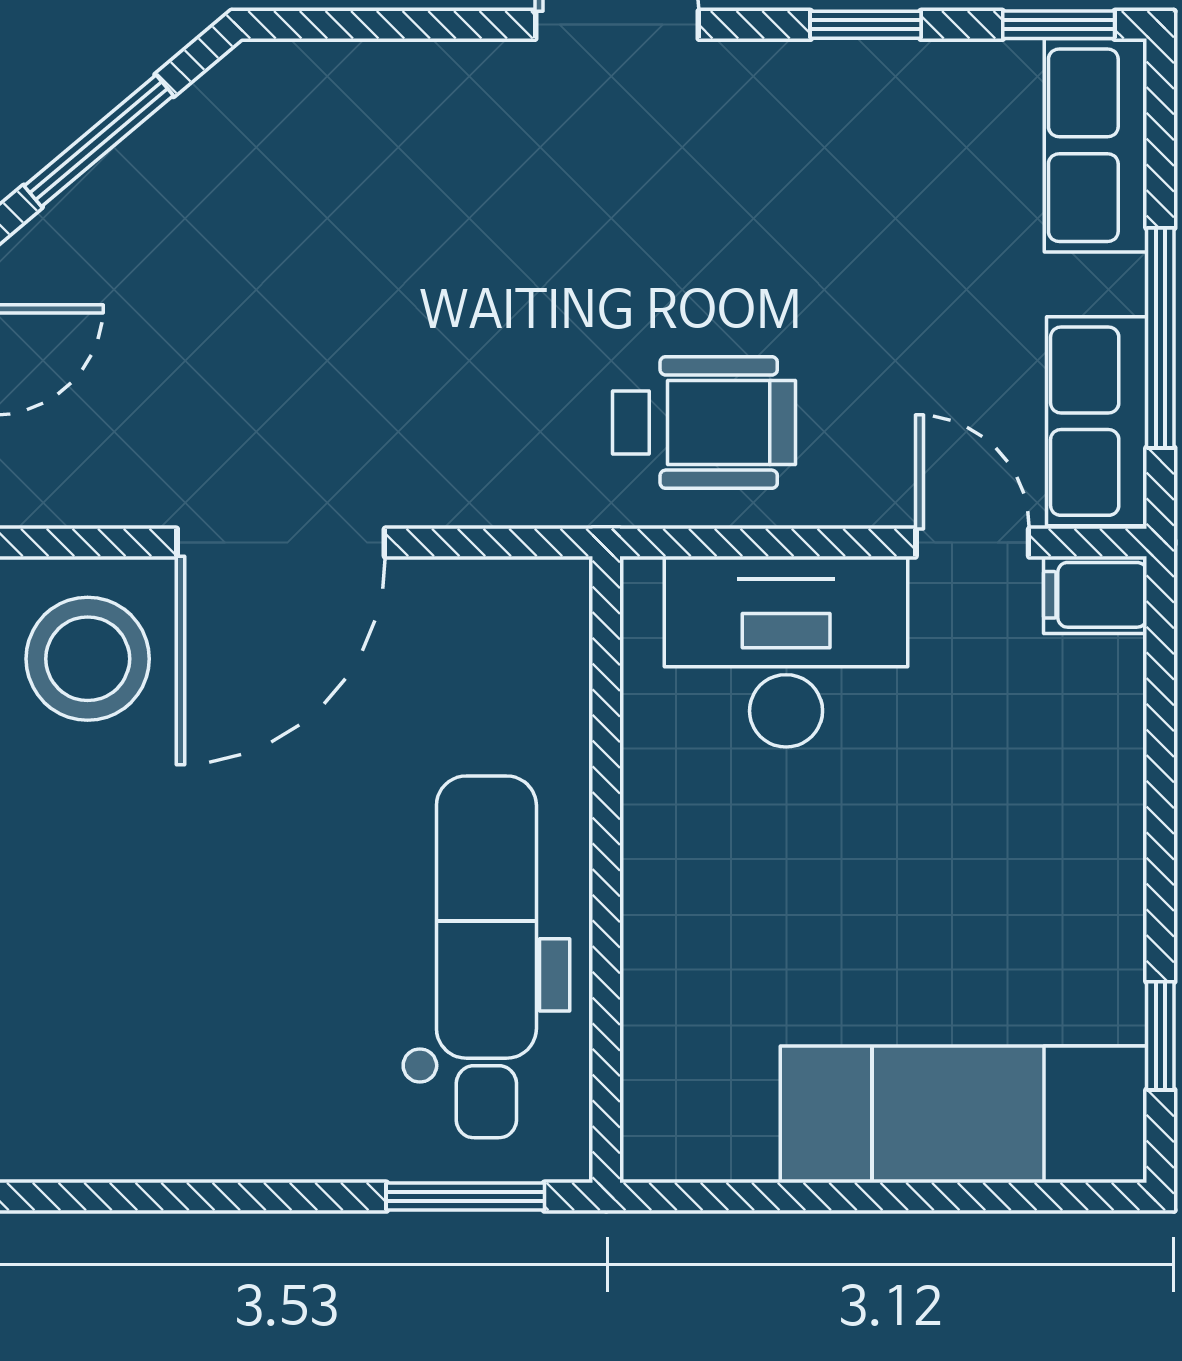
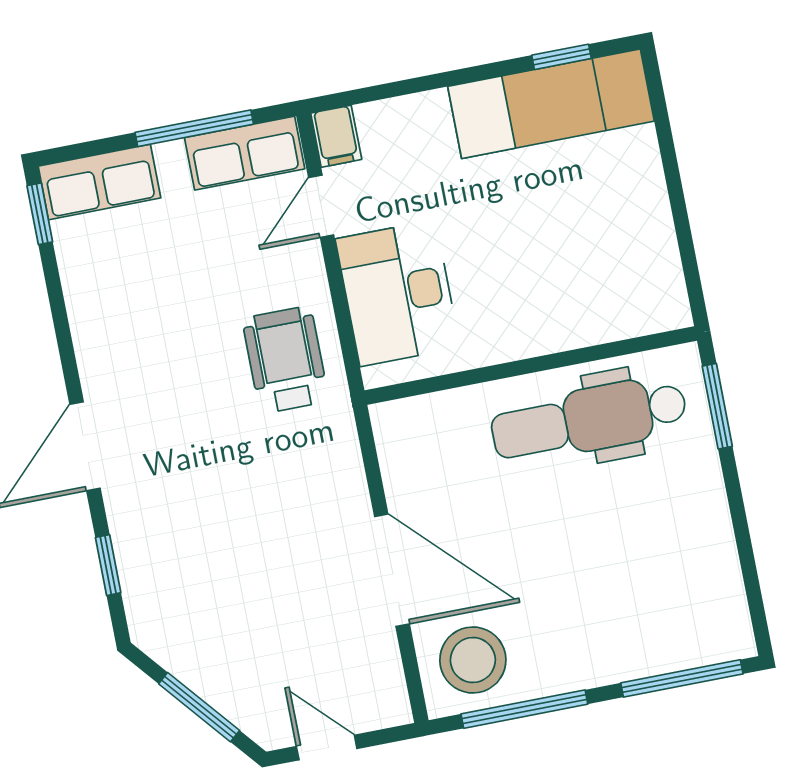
window: (866, 25) -> (108, 565), moved
exam couch: (963, 1114) -> (551, 104), moved, turned -90

